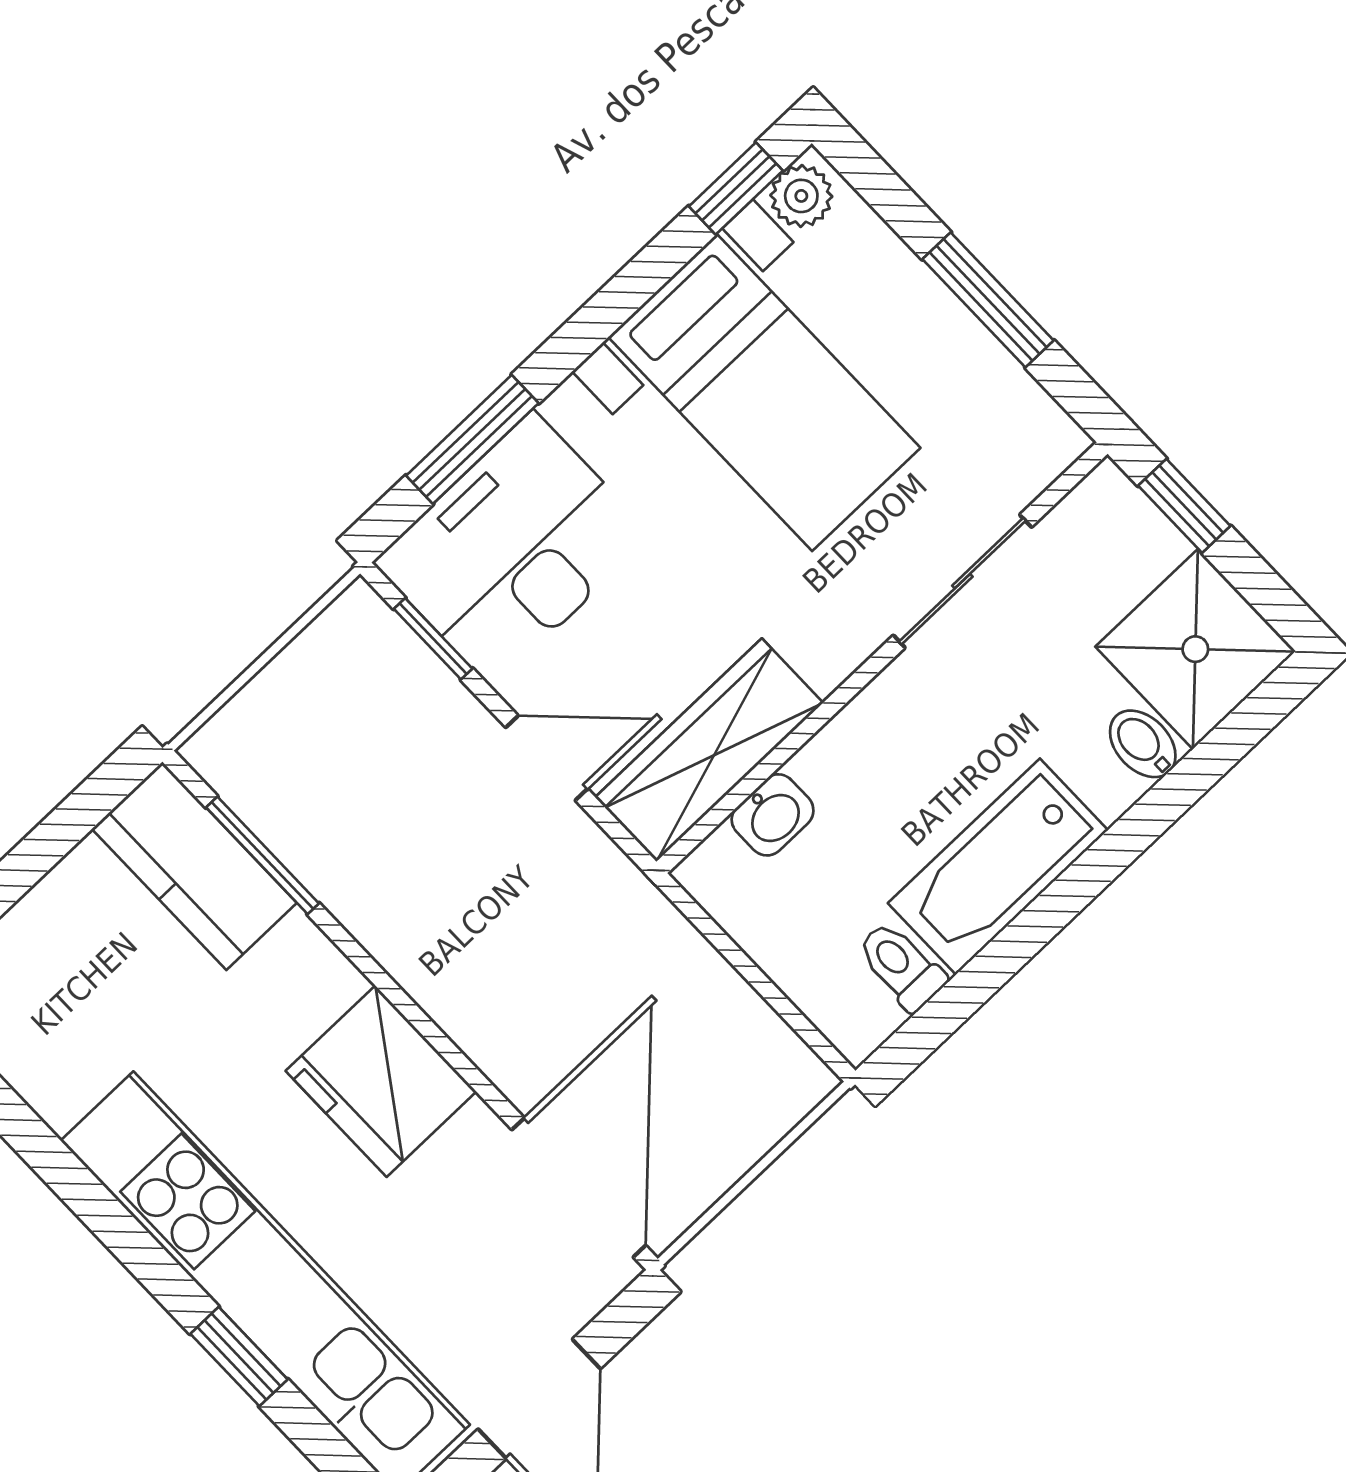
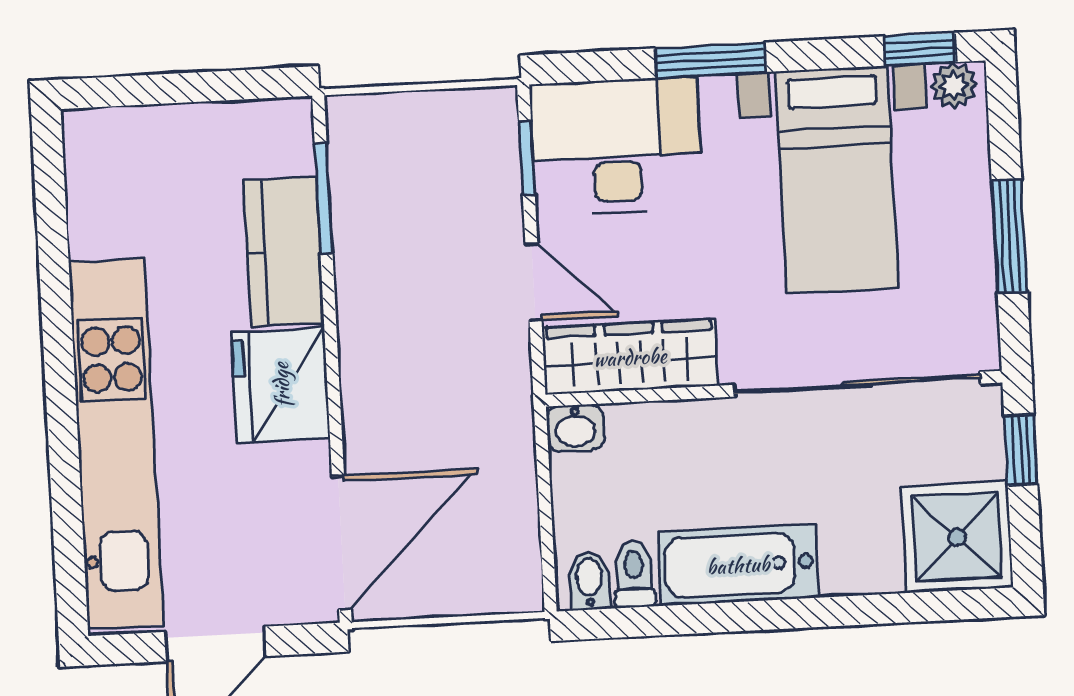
window: (472, 439) -> (711, 60), moved
sliding door: (962, 581) -> (857, 384), width x1.86
bidet: (1143, 744) -> (589, 581), moved
washbasin: (773, 815) -> (575, 428), moved
kitchen counter: (194, 866) -> (284, 252), moved
window: (239, 1357) -> (65, 473), removed

